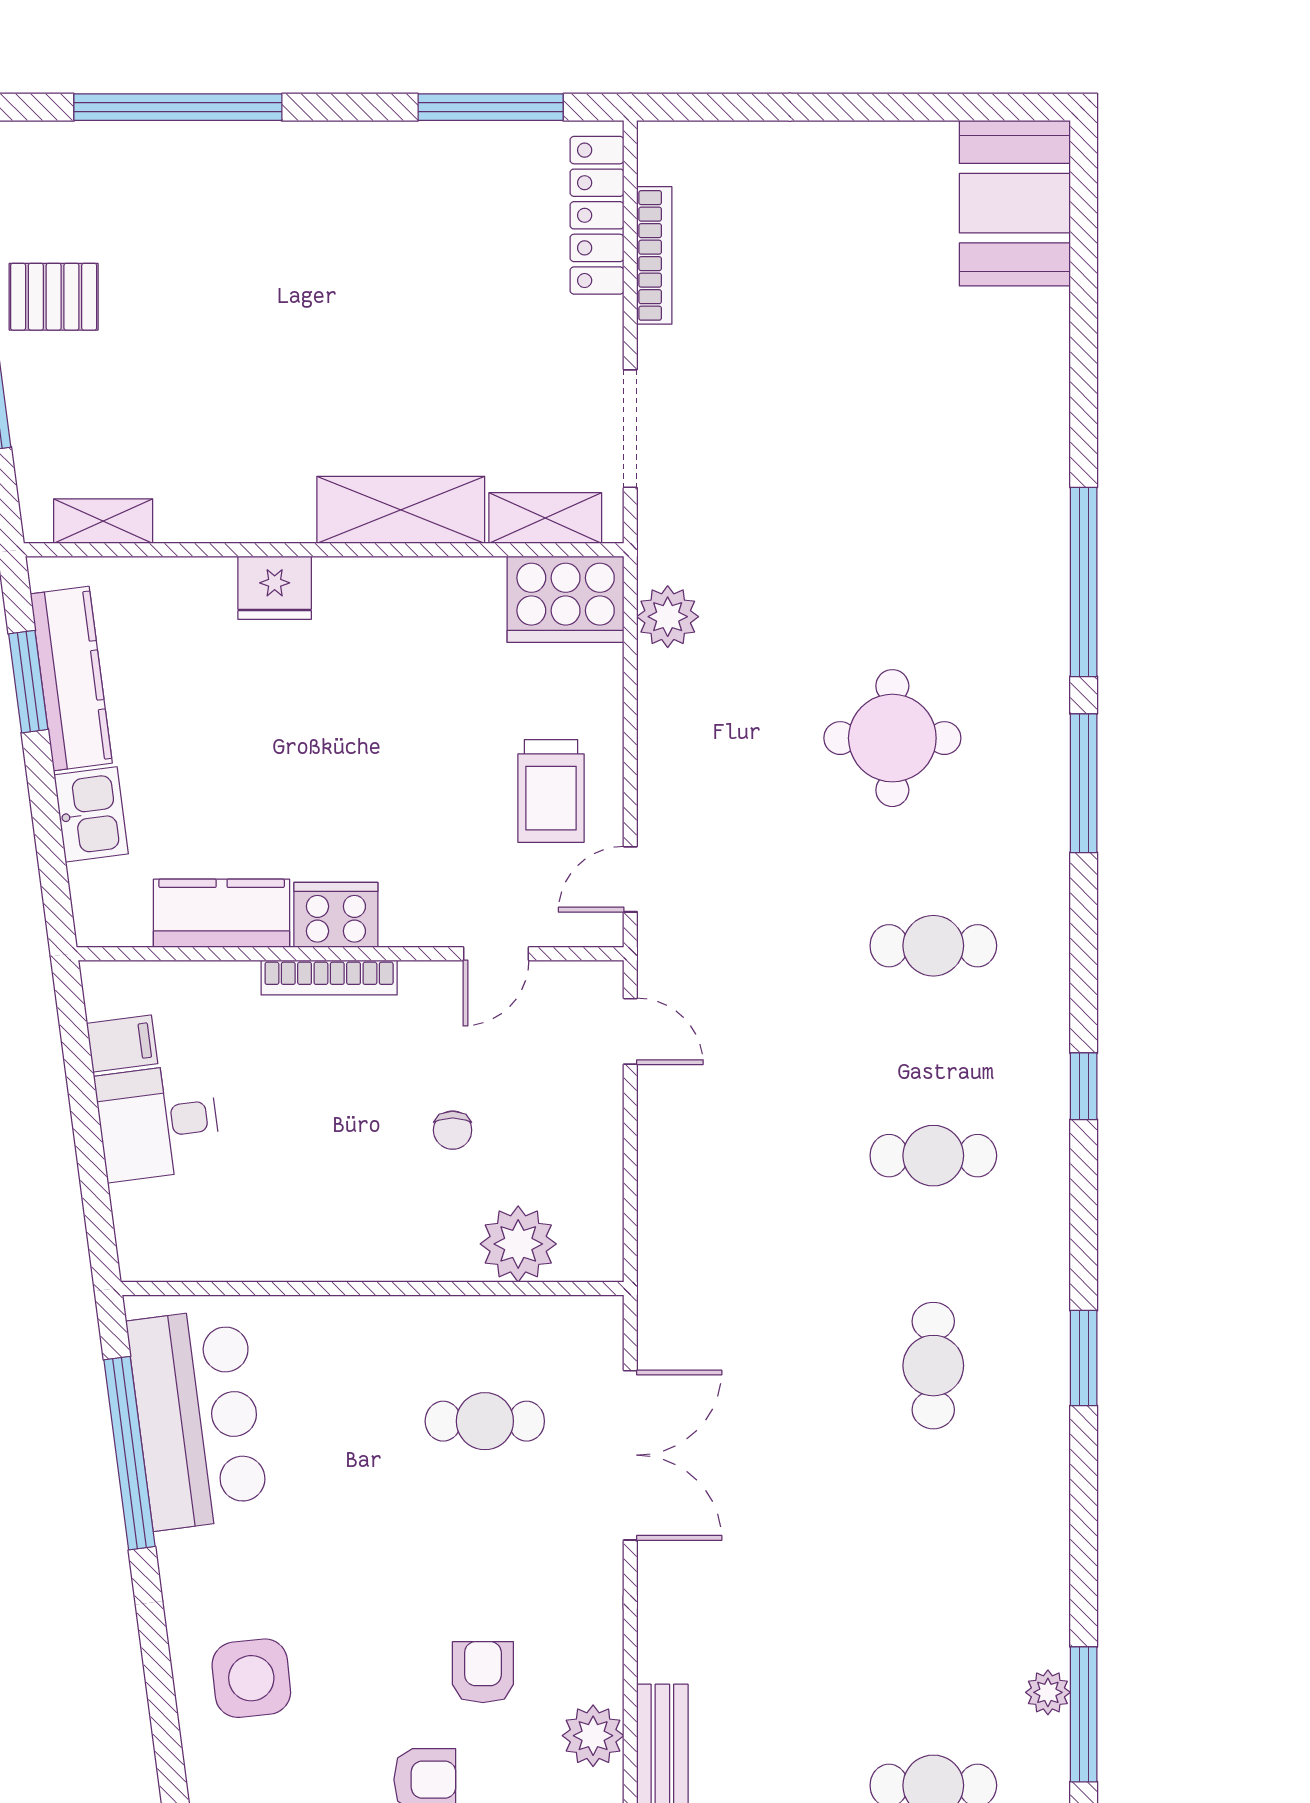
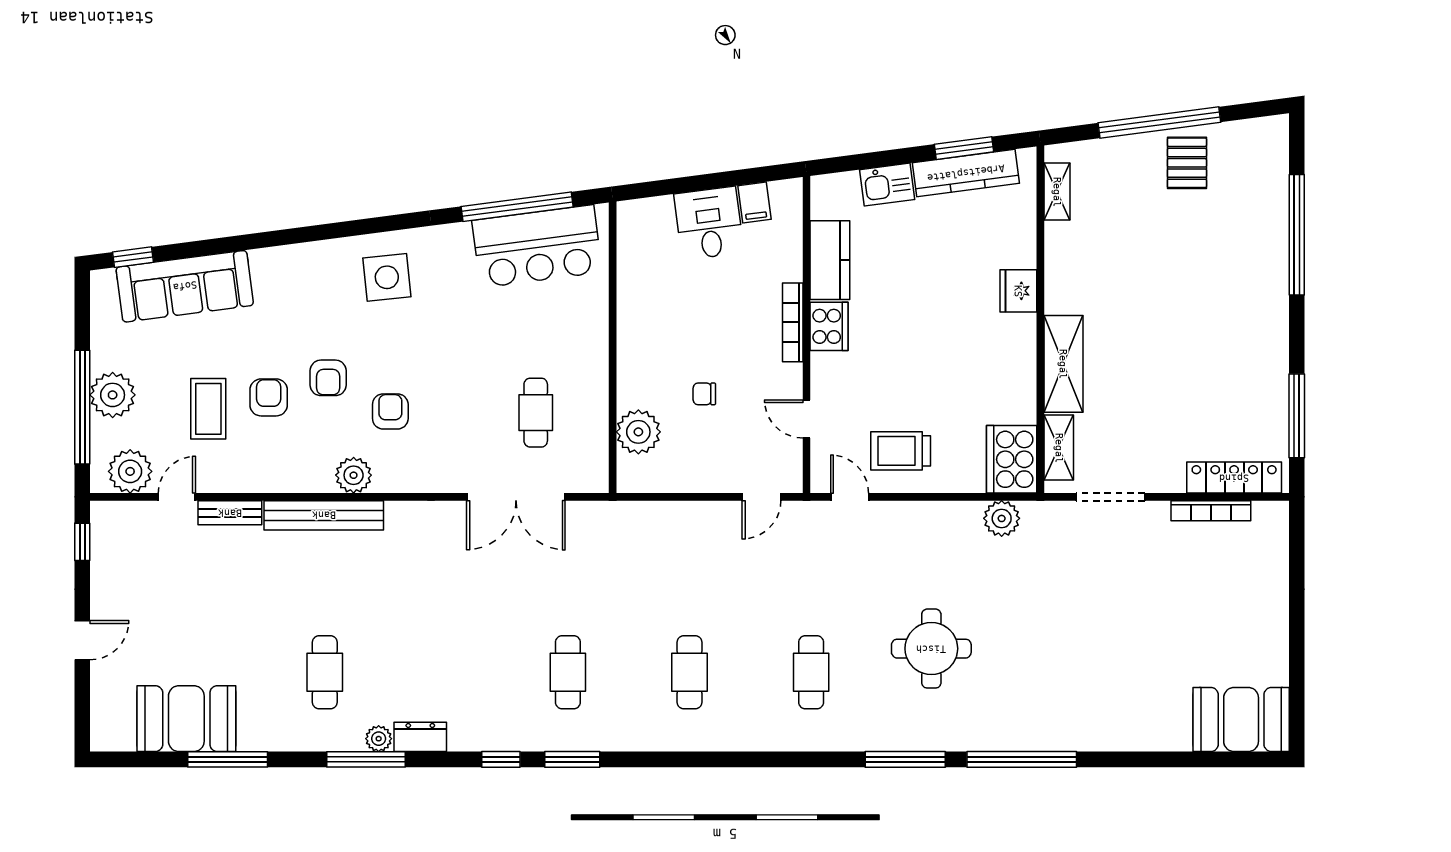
window: (1084, 1086) -> (501, 759), moved
cafe table: (933, 1366) -> (568, 672), turned 90
dresser: (1045, 1621) -> (420, 737), added
armchair: (483, 1672) -> (390, 411), turned -90

